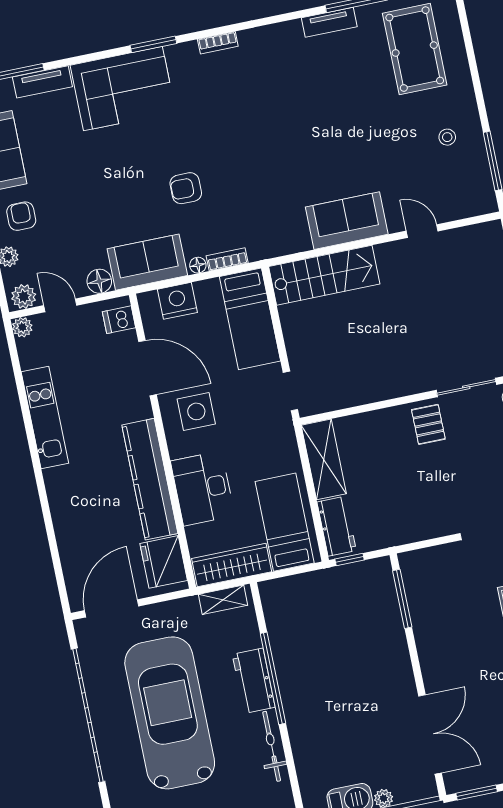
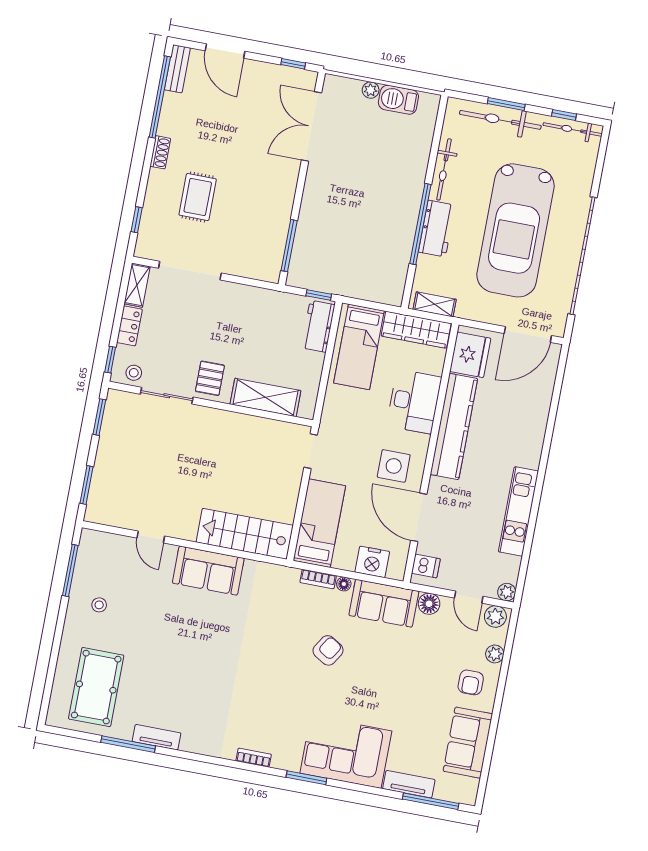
armchair: (186, 188) -> (328, 650), turned -58
shelving: (324, 459) -> (265, 397), moved, turned 90
window: (477, 793) -> (293, 64), width x0.67

